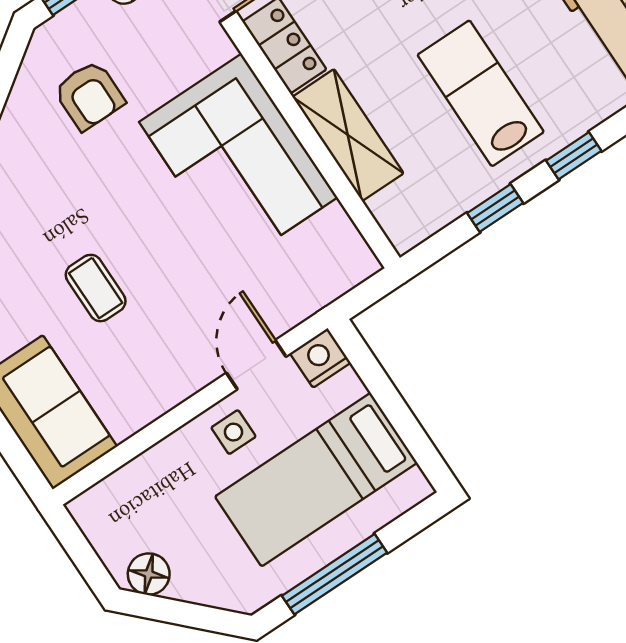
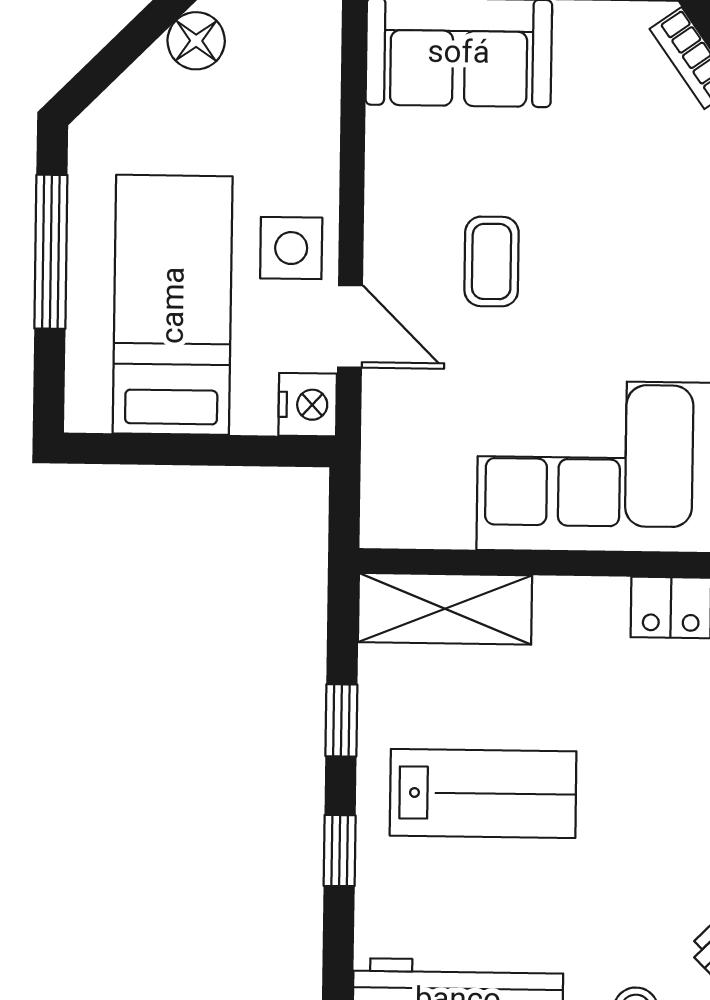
shelving: (348, 135) -> (445, 609), moved
coffee table: (96, 288) -> (492, 261), moved, turned 90
side table: (233, 432) -> (291, 248), width x1.37, depth x1.37

